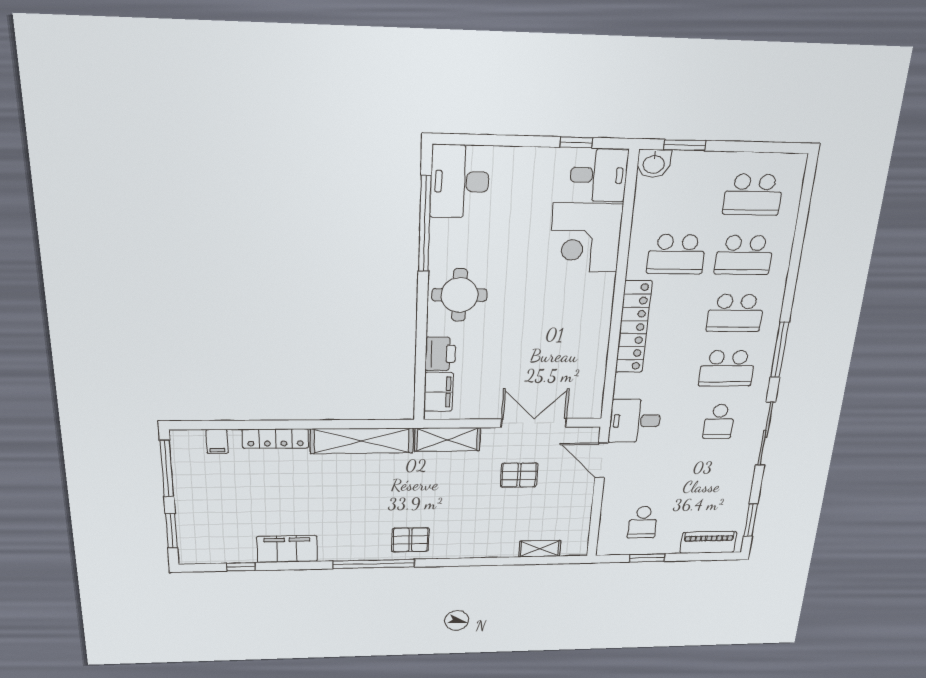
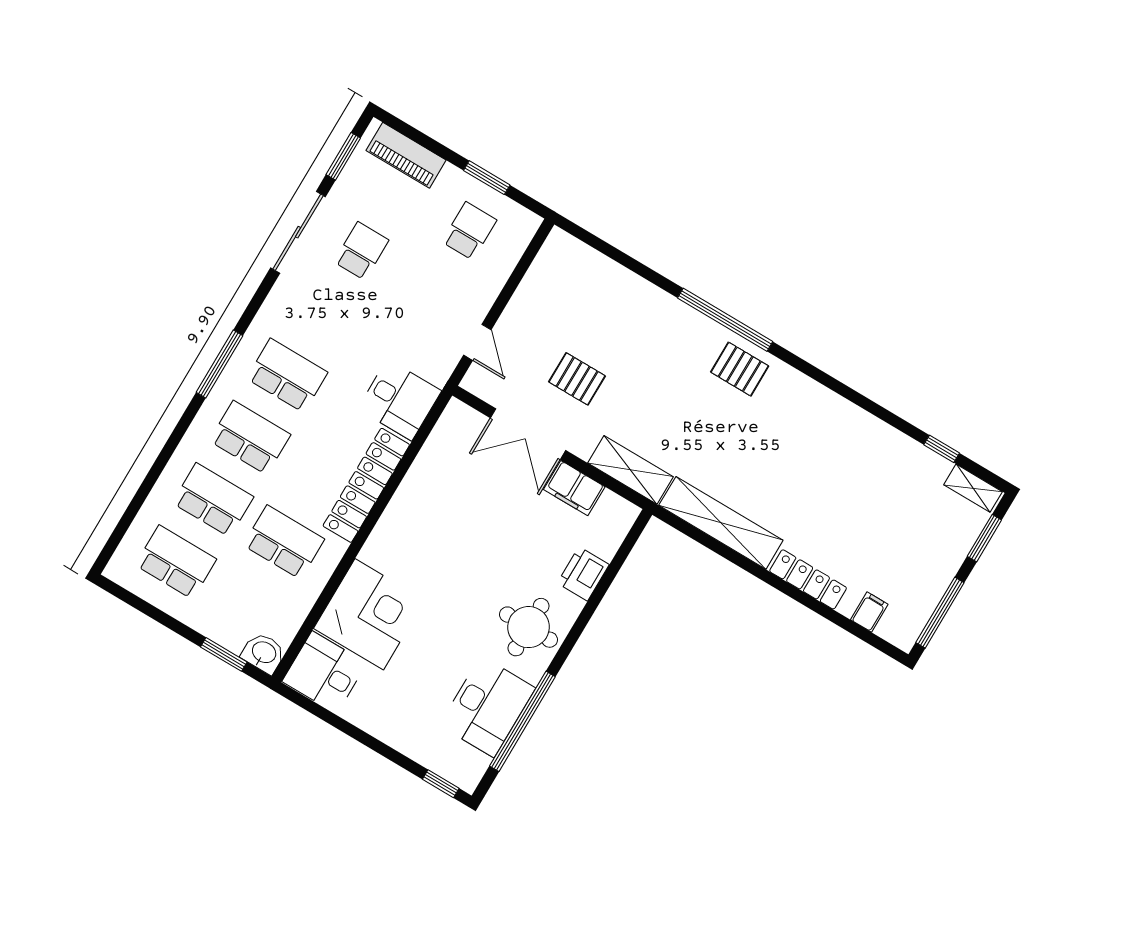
window: (576, 142) -> (441, 784), moved
desk: (460, 182) -> (487, 707), moved
filing cabinet: (438, 392) -> (574, 488), moved, turned -90
desk: (635, 421) -> (399, 400), moved
school desk: (719, 421) -> (361, 251), moved
sliding door: (765, 434) -> (298, 232), moved
door: (601, 460) -> (477, 342), width x0.73
filing cabinet: (287, 549) -> (879, 440), removed
shelving: (540, 549) -> (973, 488), moved
window: (374, 564) -> (725, 320), moved

